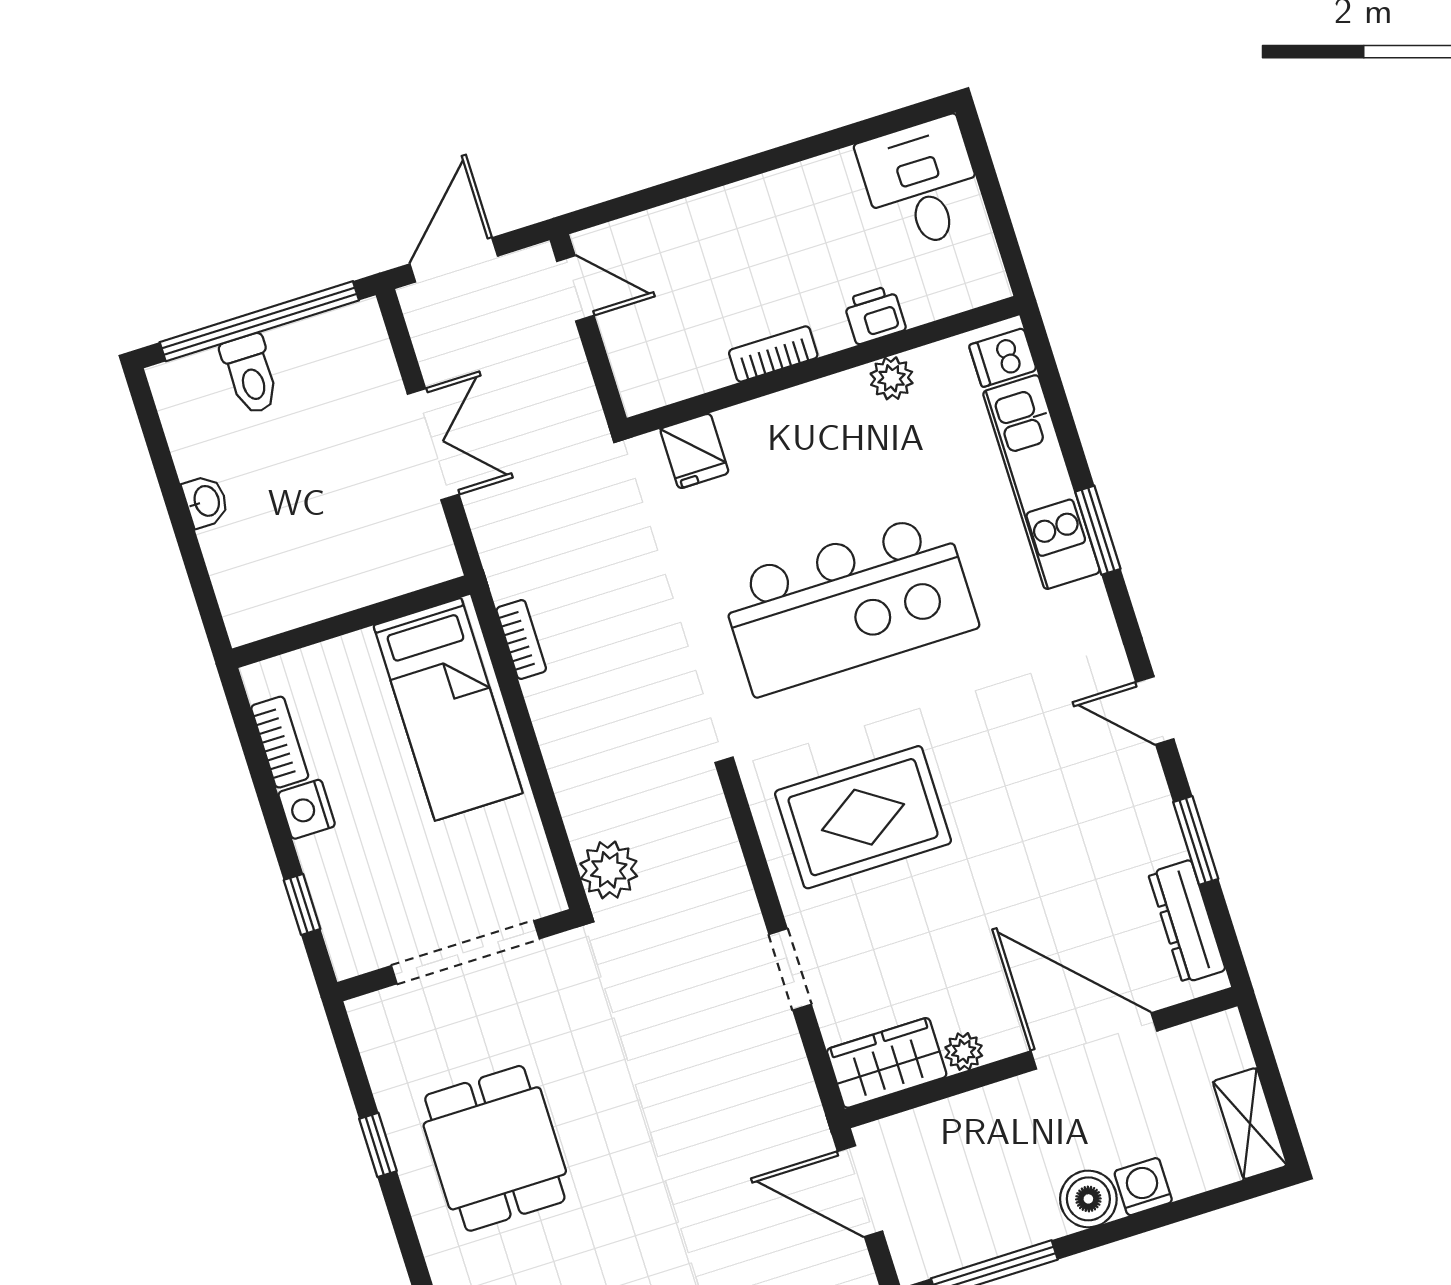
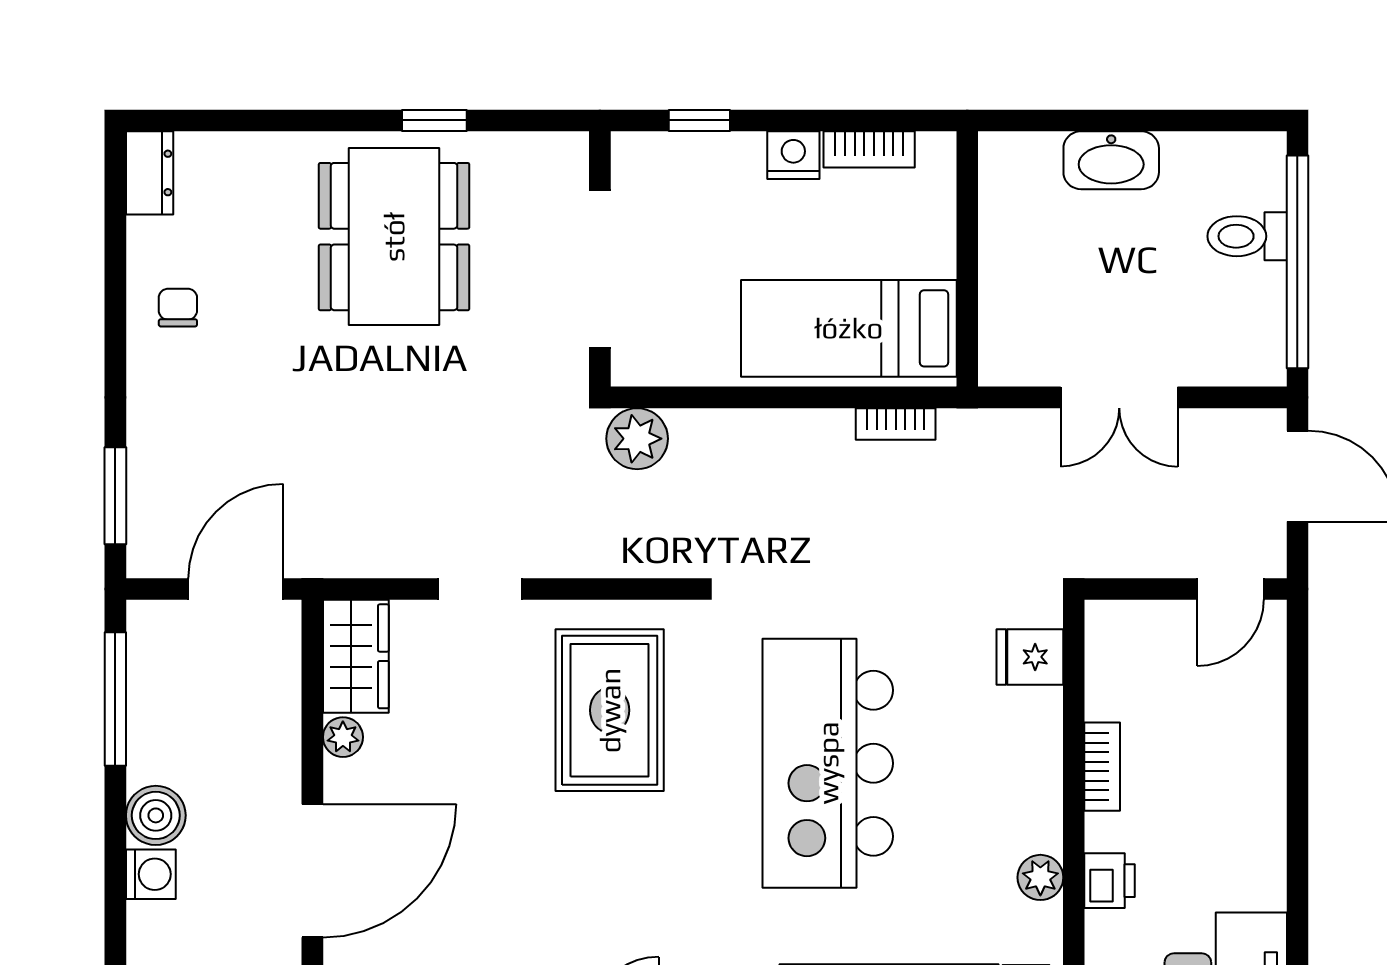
washbasin: (206, 501) -> (1111, 160), width x1.91, depth x1.45
dining table: (495, 1148) -> (394, 237), width x1.37

